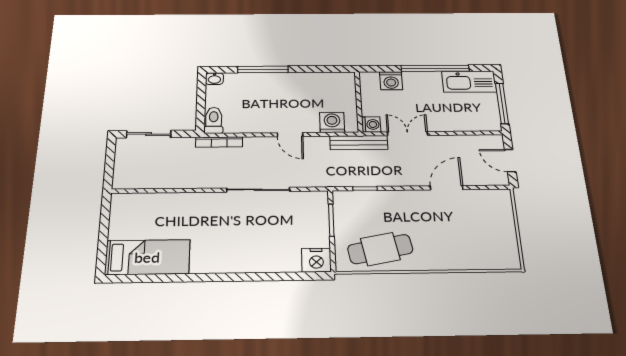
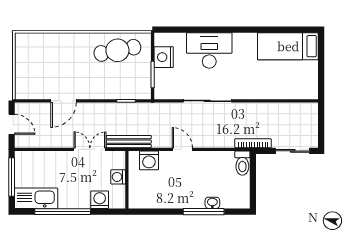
washbasin: (214, 79) -> (212, 203), moved
washing machine: (371, 124) -> (118, 177), moved
double door: (407, 134) -> (90, 149), swing flipped
bookcase: (219, 142) -> (253, 143), moved
desk: (255, 250) -> (209, 50), added
nightstand: (316, 260) -> (164, 57), moved, turned -90

